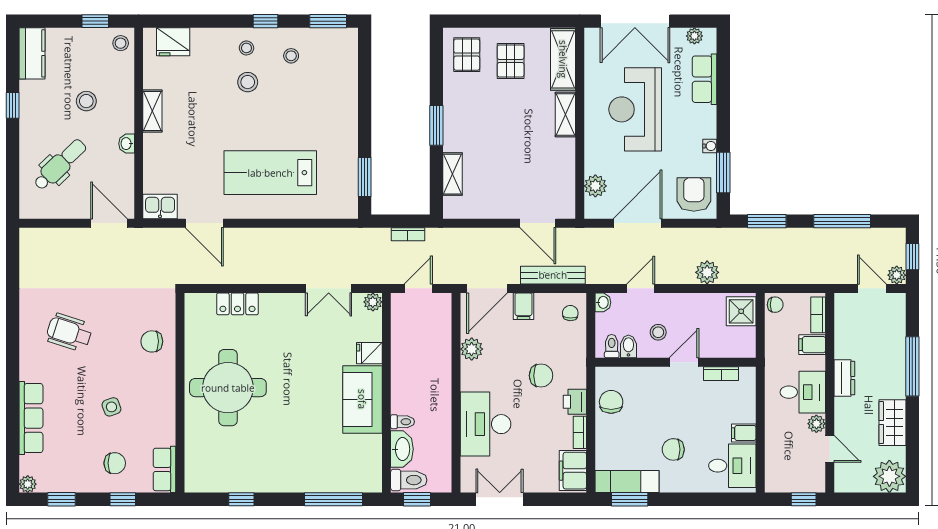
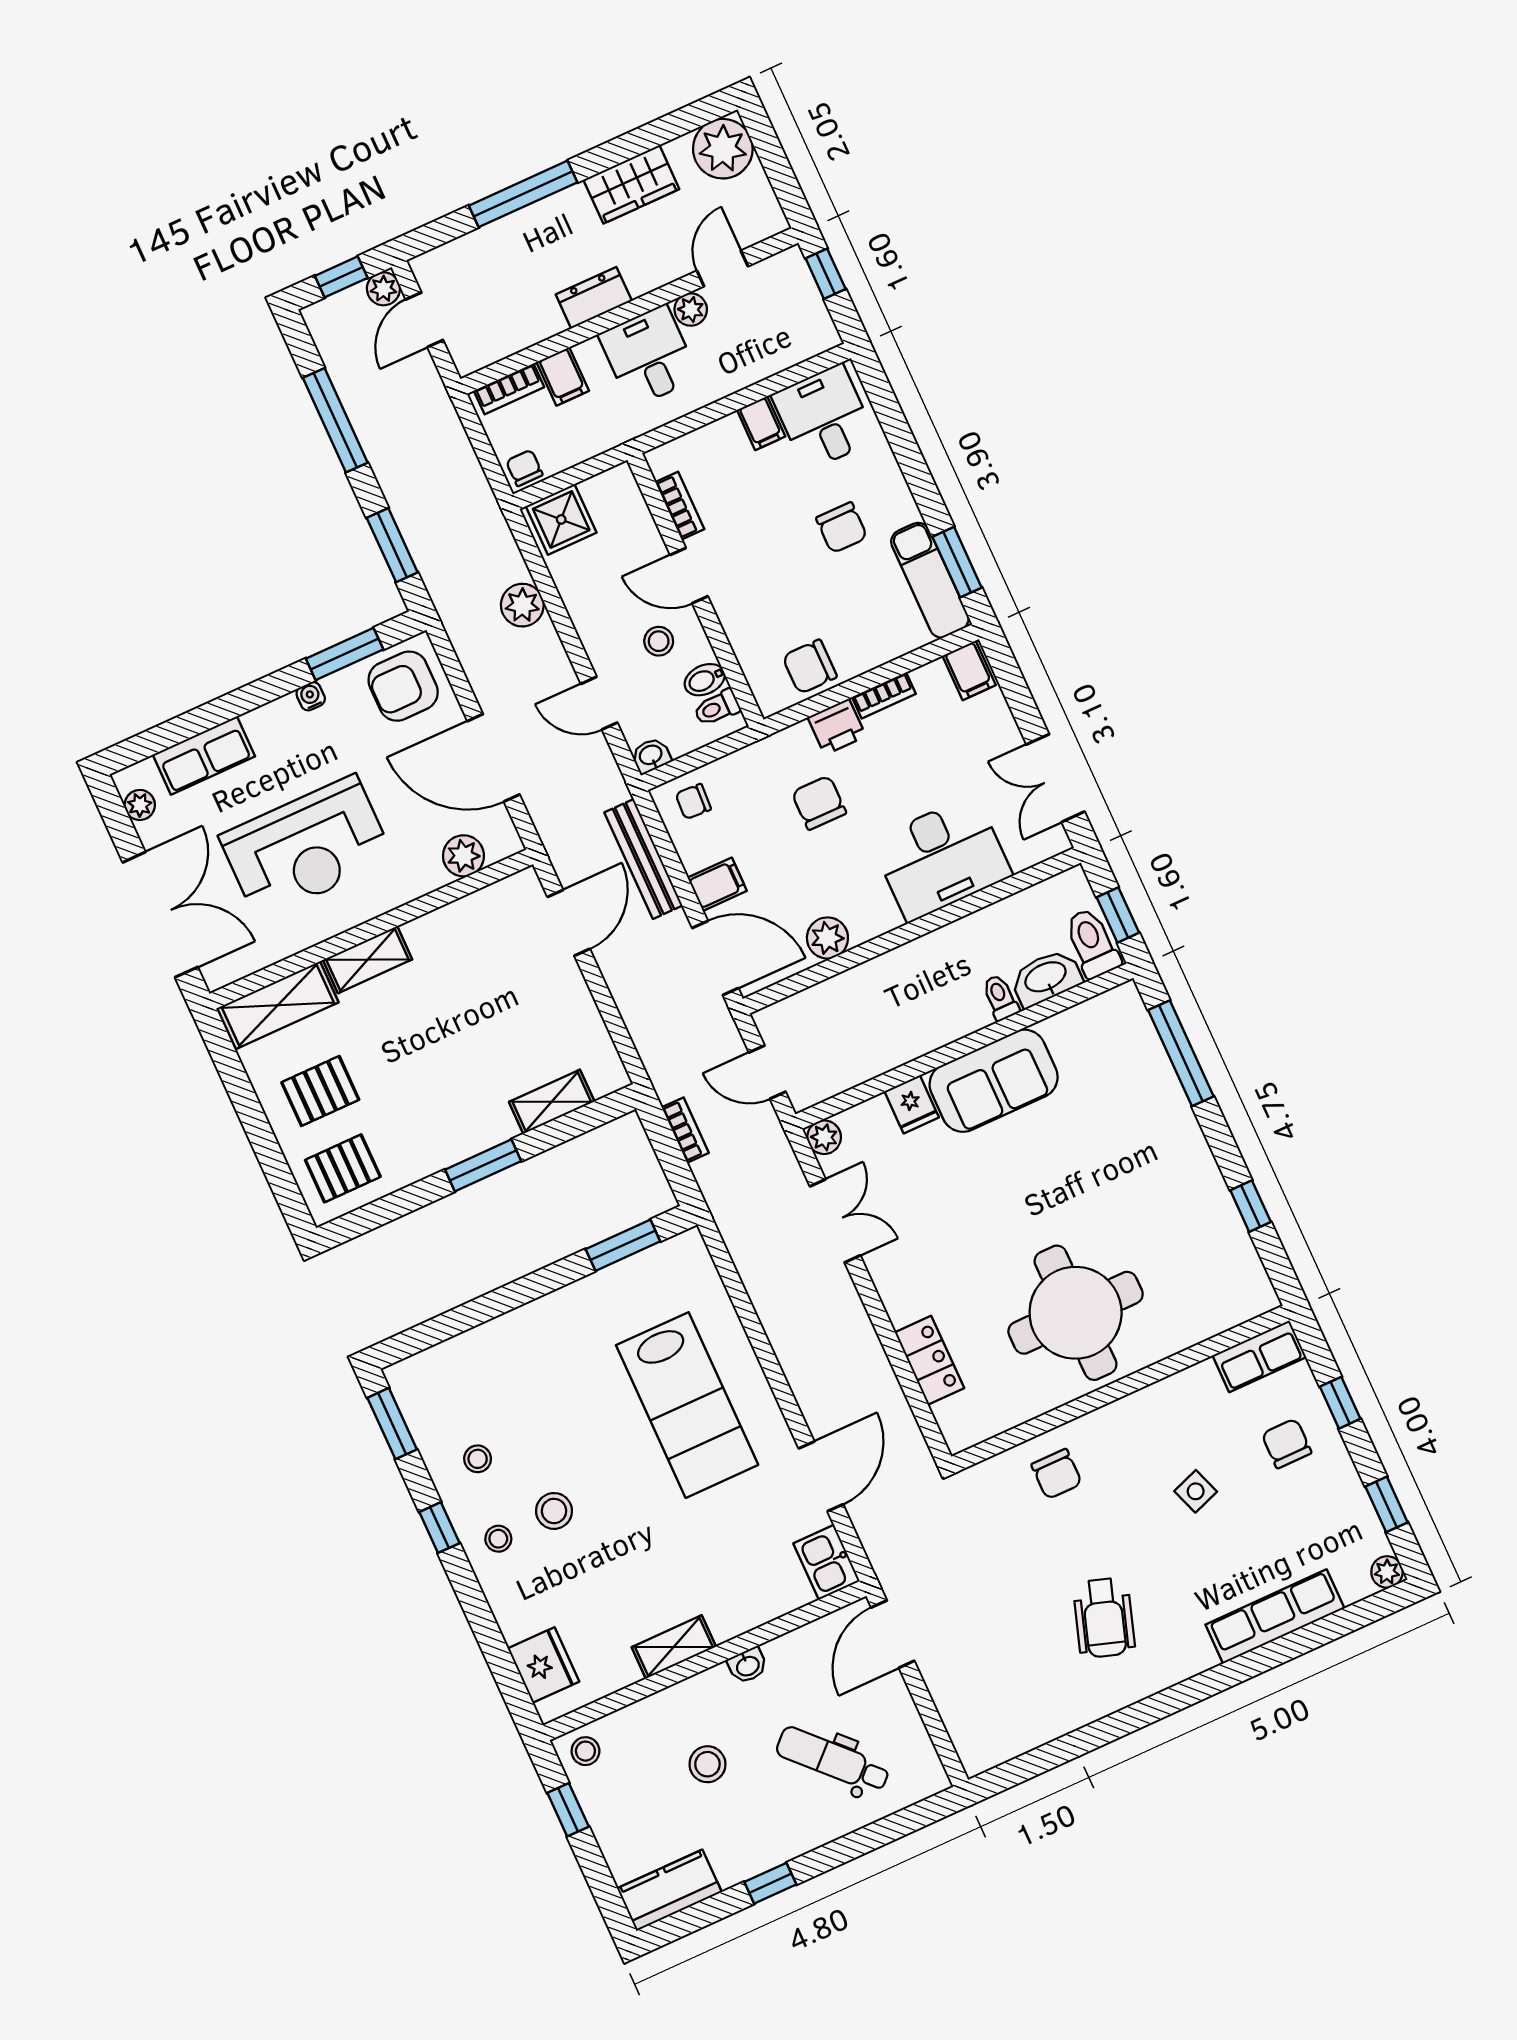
filing cabinet: (573, 471) -> (969, 670), width x0.50

